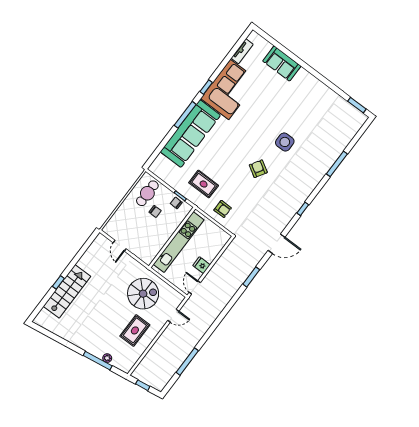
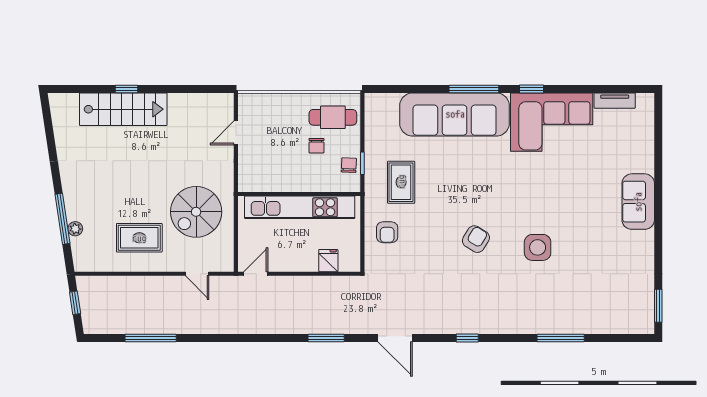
sofa: (282, 63) -> (638, 202), moved
fridge: (202, 265) -> (328, 261), moved
spiral stairs: (143, 294) -> (196, 212), turned 90

